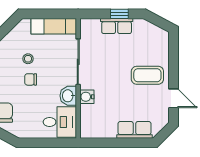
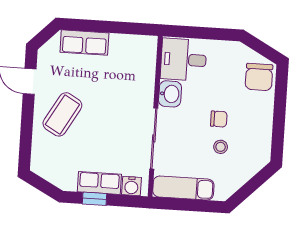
coffee table: (147, 75) -> (62, 114), turned -60
water cooler: (87, 97) -> (131, 186), moved, turned 90

